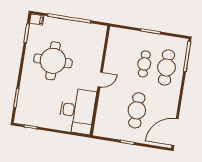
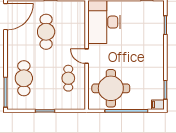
round table: (53, 61) -> (111, 88), moved
cafe table: (144, 64) -> (68, 78), moved
door: (100, 79) -> (87, 56), hinge flipped

